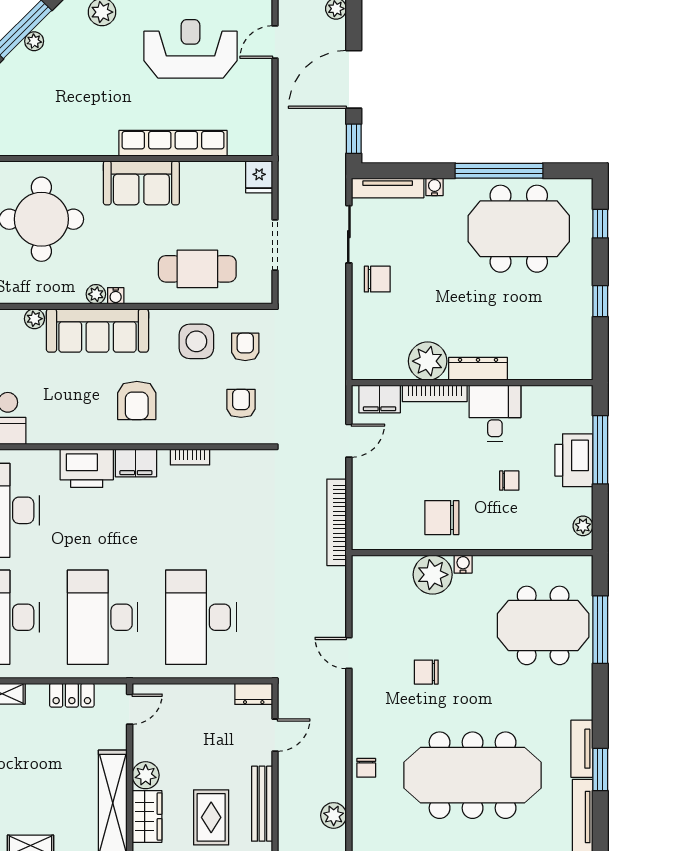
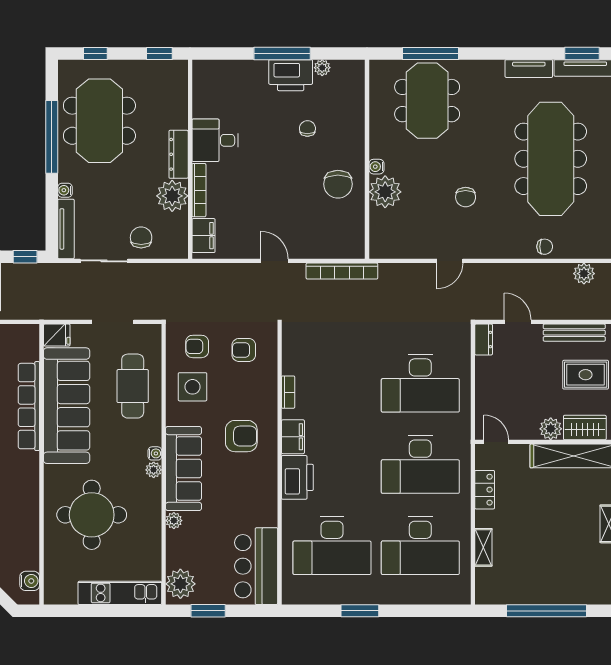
sofa: (141, 183) -> (67, 406), width x1.85, depth x1.27
plant: (428, 361) -> (172, 196), moved
dresser: (478, 369) -> (179, 154), moved
wall: (472, 383) -> (190, 159), moved
bookcase: (435, 393) -> (199, 190), moved
filing cabinet: (380, 399) -> (203, 236), moved
desk: (495, 413) -> (215, 140), moved
plant: (583, 526) -> (322, 68), moved
window: (600, 770) -> (582, 53), moved

